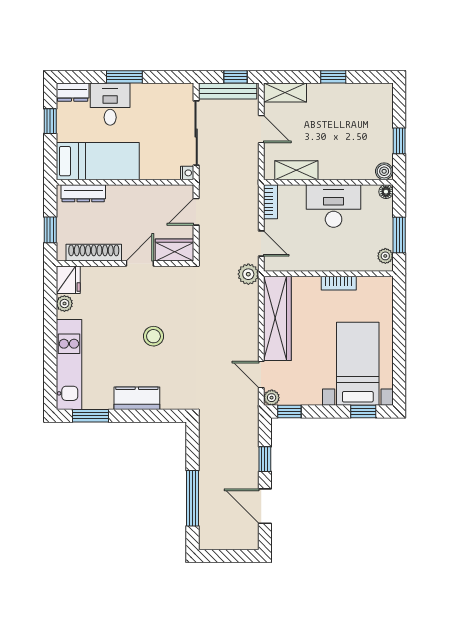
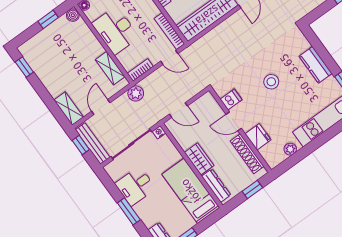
window: (333, 77) -> (24, 67), moved
desk: (110, 104) -> (135, 186), moved
door: (261, 244) -> (169, 57), swing flipped
wardrobe: (175, 250) -> (199, 159), moved, turned 180
bookcase: (290, 265) -> (169, 31), added
plant: (248, 274) -> (136, 93), moved
dishwasher: (166, 278) -> (231, 100), added
fridge: (68, 280) -> (258, 137), moved, turned 90

